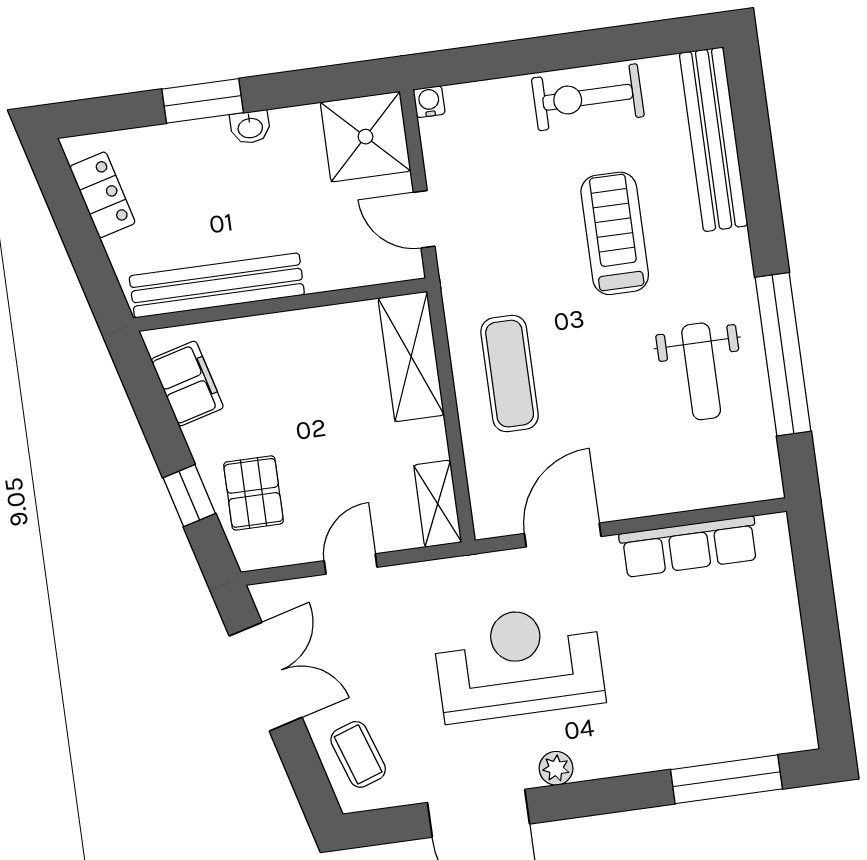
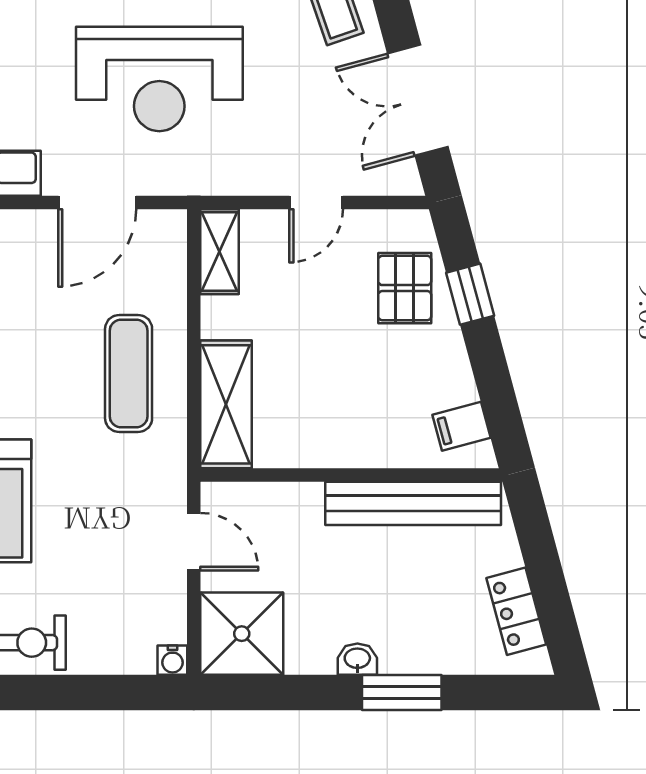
filing cabinet: (187, 384) -> (461, 426), width x0.50

